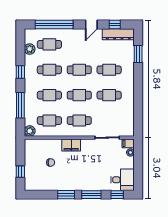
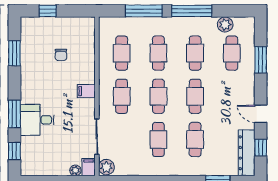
window: (54, 25) -> (261, 60), width x0.47
window: (20, 72) -> (192, 11), width x2.17
plant: (30, 131) -> (106, 167), moved
filing cabinet: (71, 145) -> (86, 91), width x0.50
desk: (123, 180) -> (37, 120), moved, turned 90
window: (66, 195) -> (14, 53), moved

